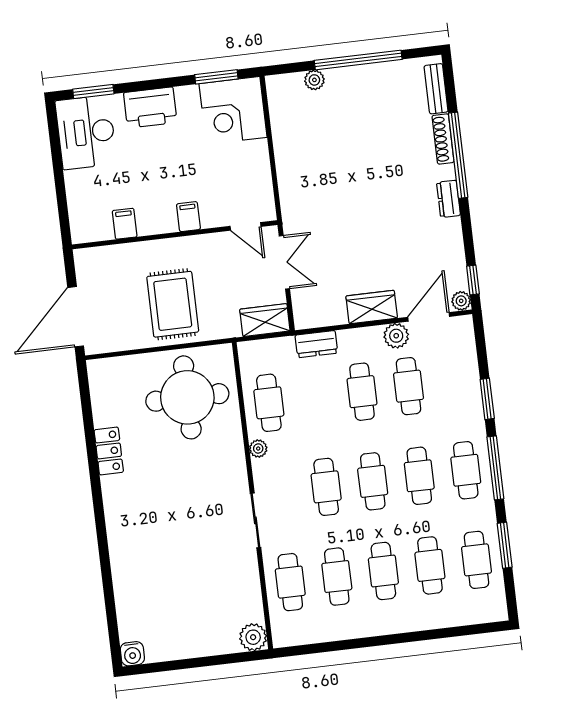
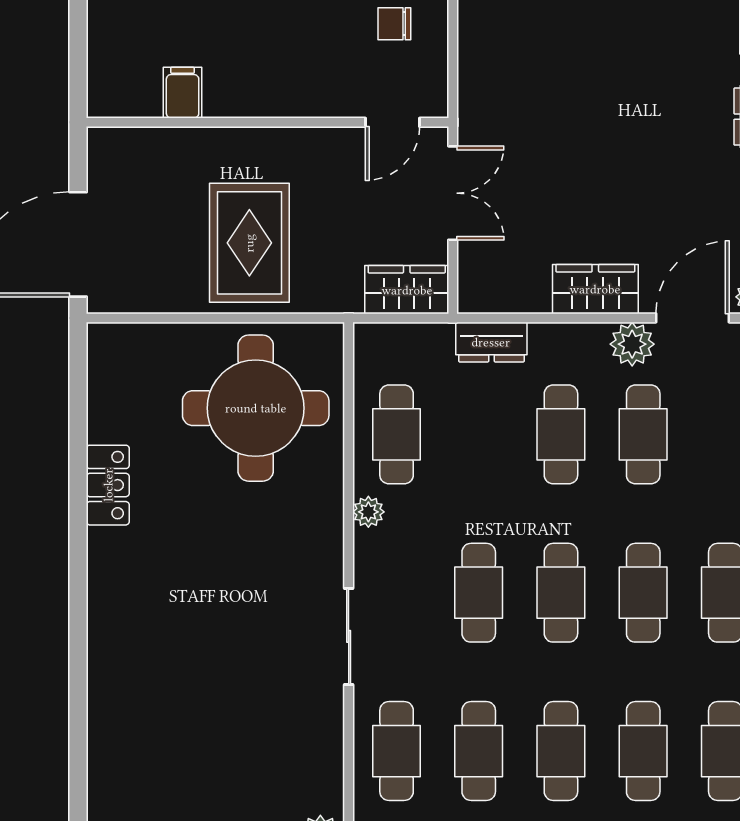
chair: (240, 170) -> (394, 24), added
filing cabinet: (188, 217) -> (295, 94), removed
door: (246, 226) -> (393, 122), hinge flipped

